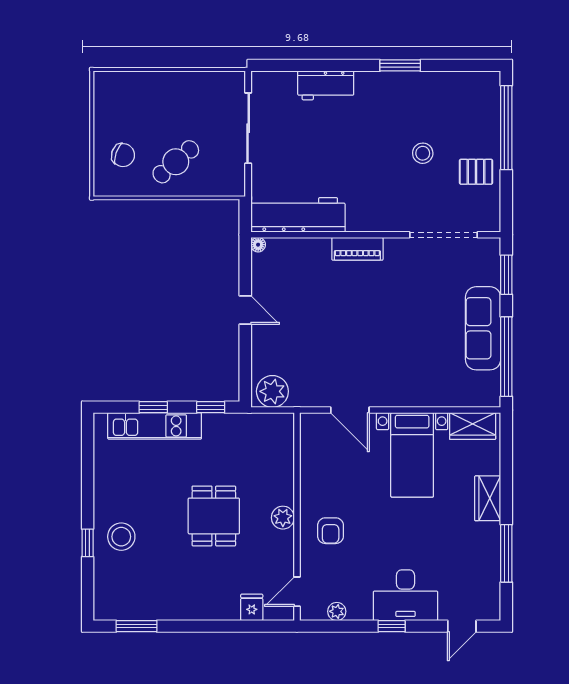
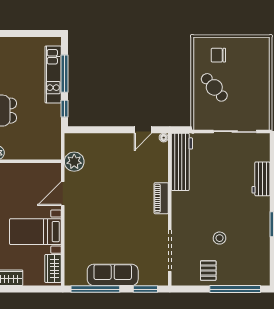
chair: (123, 155) -> (218, 55), turned 71
door: (245, 310) -> (143, 130), moved
plant: (272, 391) -> (74, 162), moved
window: (153, 407) -> (65, 74), width x2.17

